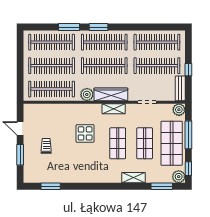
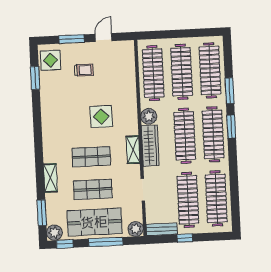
display table: (37, 173) -> (51, 60), added

